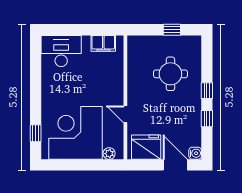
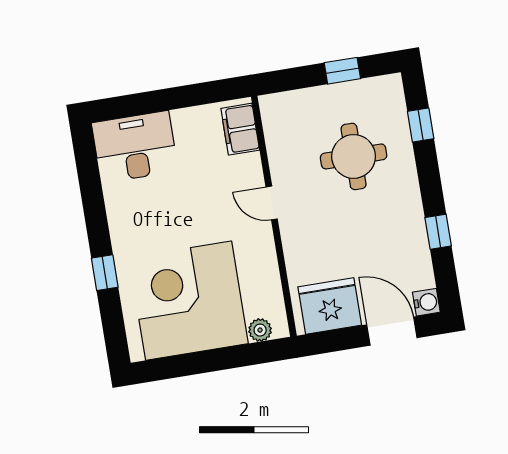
filing cabinet: (103, 43) -> (240, 129), moved, turned 90
window: (207, 91) -> (421, 125), moved
door: (125, 114) -> (272, 203), moved
window: (36, 133) -> (105, 273), moved

